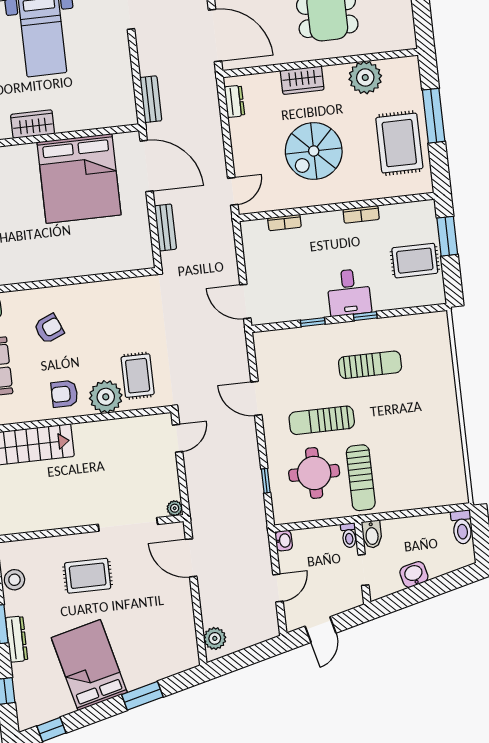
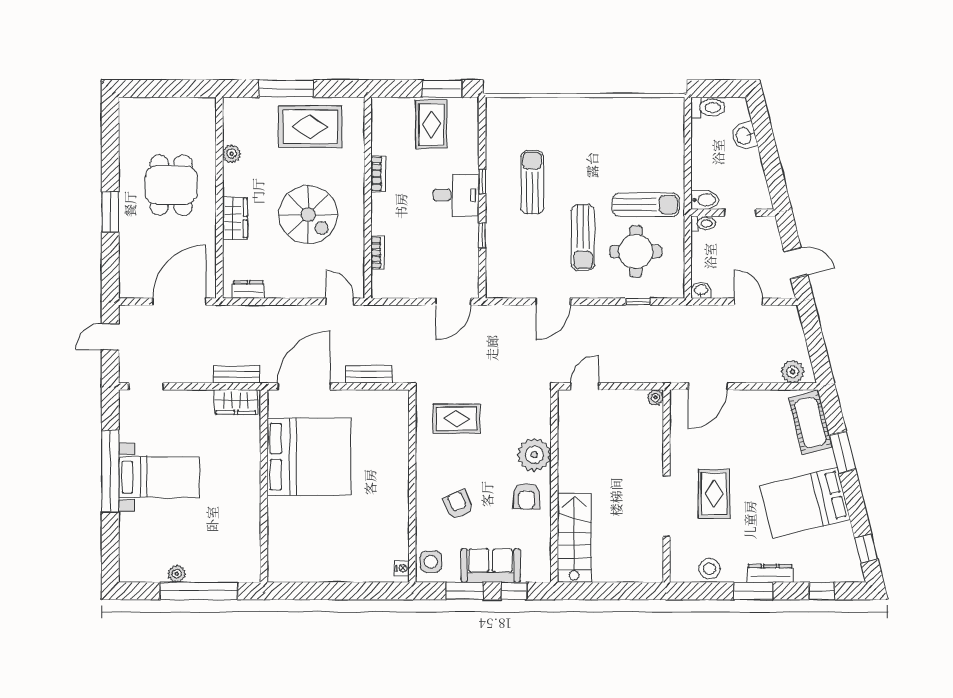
plant: (365, 78) -> (232, 154), width x0.53, depth x0.53
wardrobe: (33, 124) -> (236, 402), moved, turned -90
window: (447, 236) -> (442, 89), moved
rug: (138, 376) -> (456, 419), moved
door: (178, 438) -> (585, 386), hinge flipped
doorway: (128, 524) -> (667, 506), moved
washbasin: (414, 574) -> (744, 136), moved
cot: (167, 661) -> (810, 423), added

